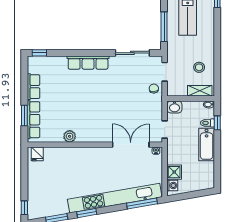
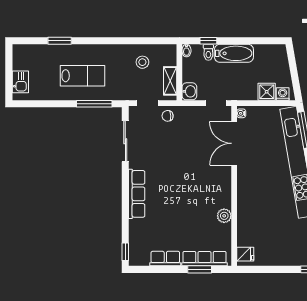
shelving: (200, 91) -> (170, 81), moved

